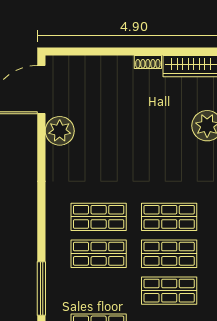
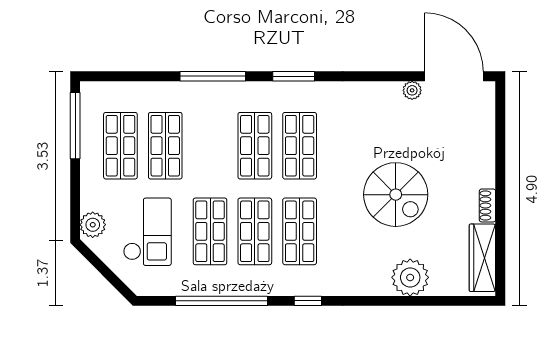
plant: (60, 131) -> (412, 90), width x0.53, depth x0.53
spiral stairs: (139, 138) -> (396, 195), added
window: (41, 222) -> (294, 76), added

